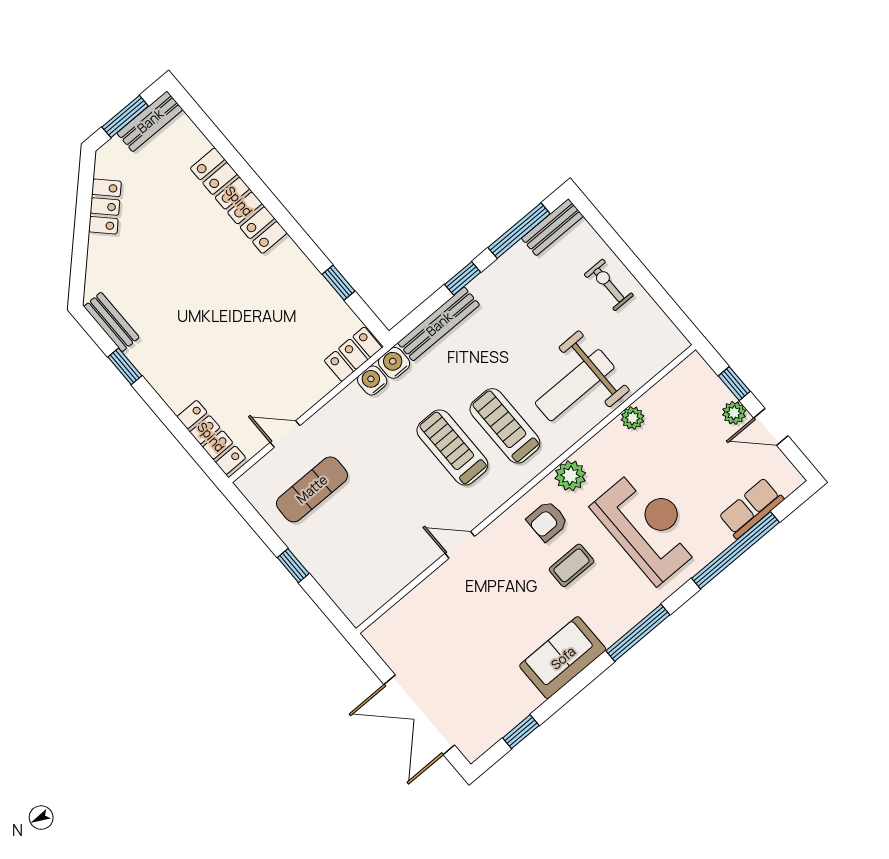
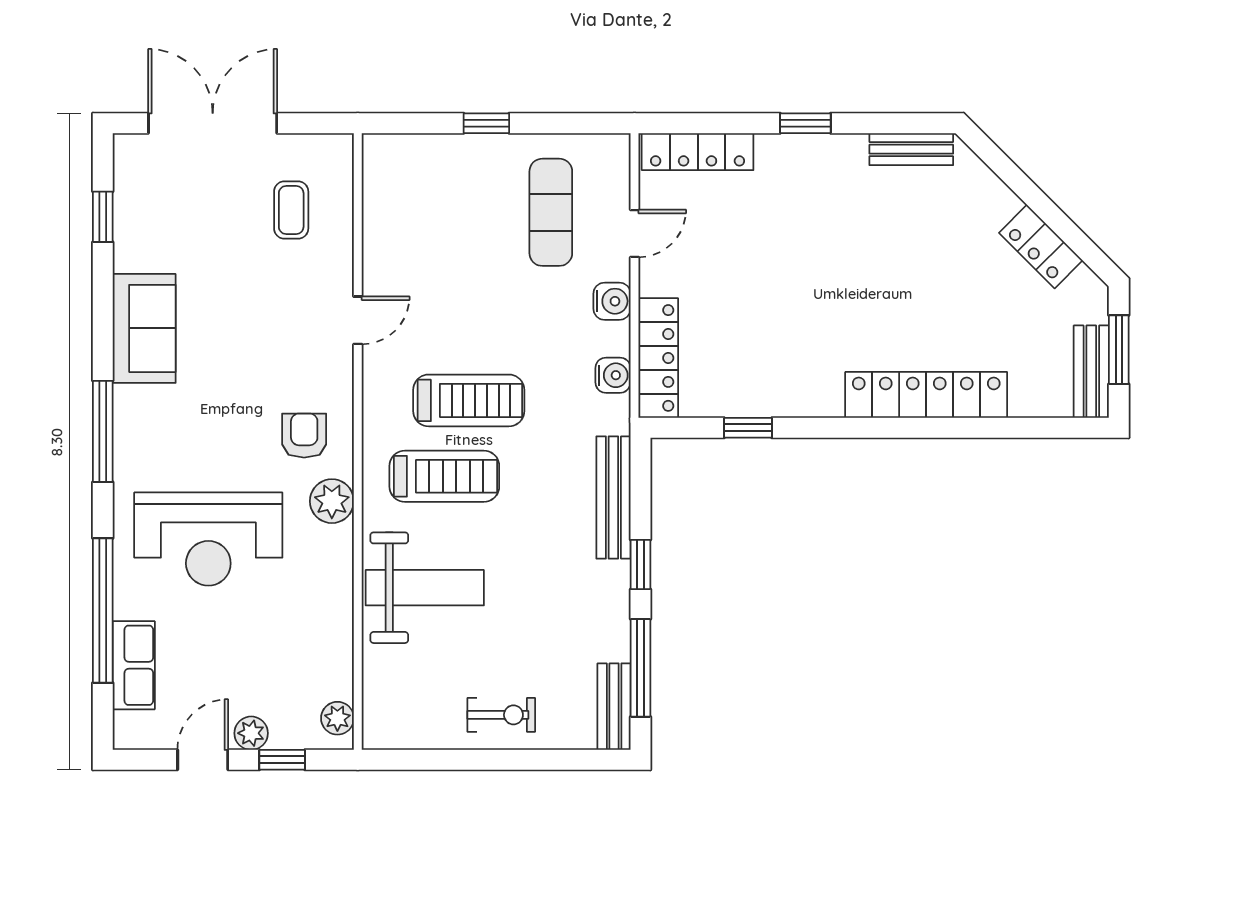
locker: (353, 354) -> (658, 358), width x1.53
water cooler: (394, 363) -> (612, 301), moved
window: (125, 366) -> (805, 123), moved
weight bench: (575, 385) -> (425, 588), turned 90
plant: (633, 418) -> (337, 718), moved
coffee table: (571, 565) -> (291, 210), moved

